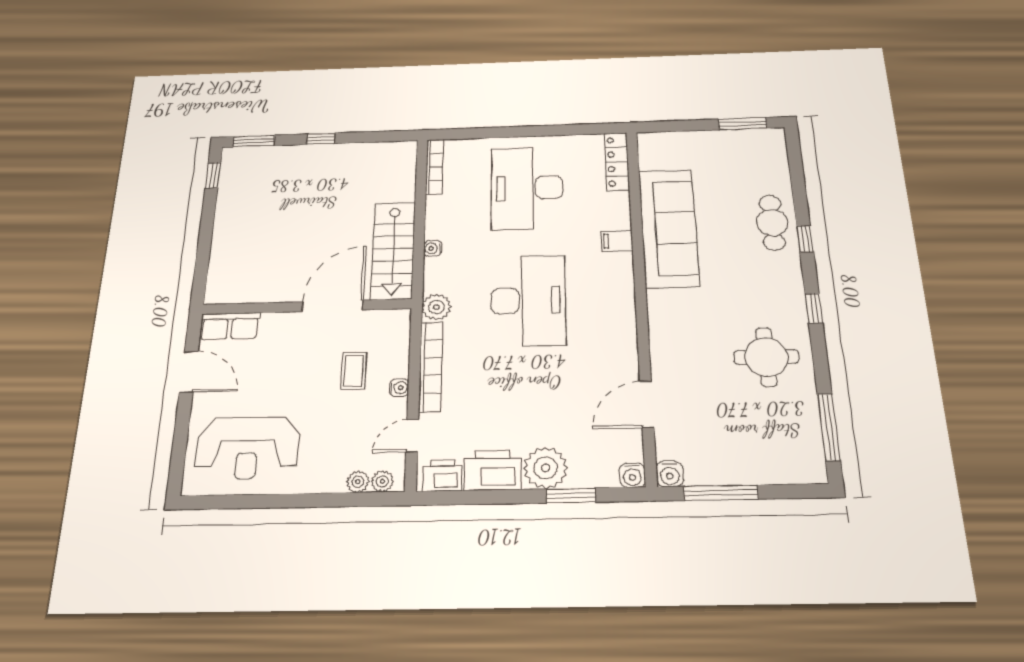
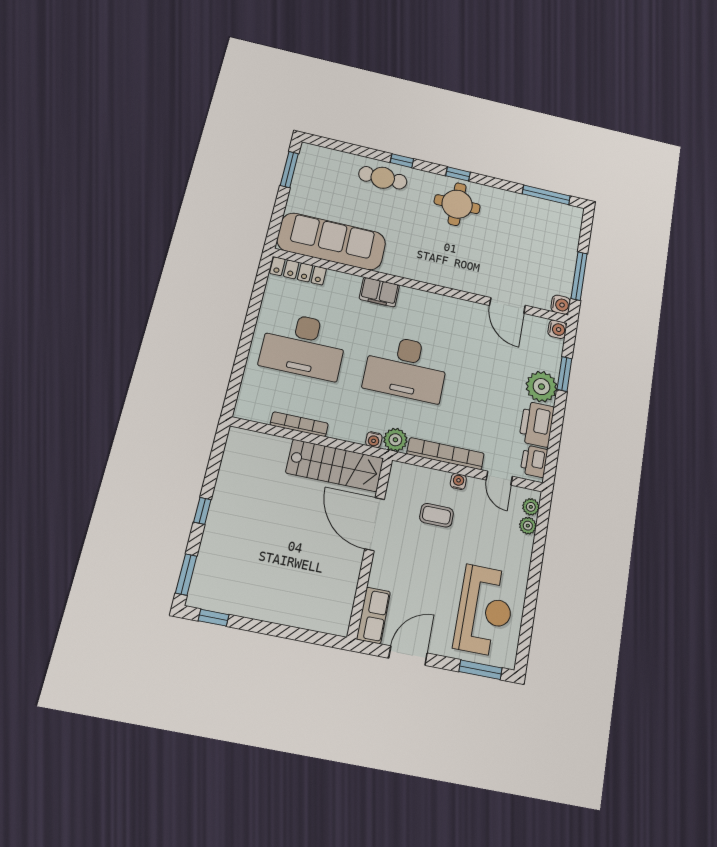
bookcase: (435, 167) -> (299, 424), moved
sofa: (669, 228) -> (331, 241), moved
filing cabinet: (617, 241) -> (379, 292), width x2.00
water cooler: (433, 248) -> (374, 440), moved
desk: (528, 300) -> (406, 368), turned 180
round table: (766, 357) -> (457, 204), moved
window: (178, 456) -> (481, 670), added

